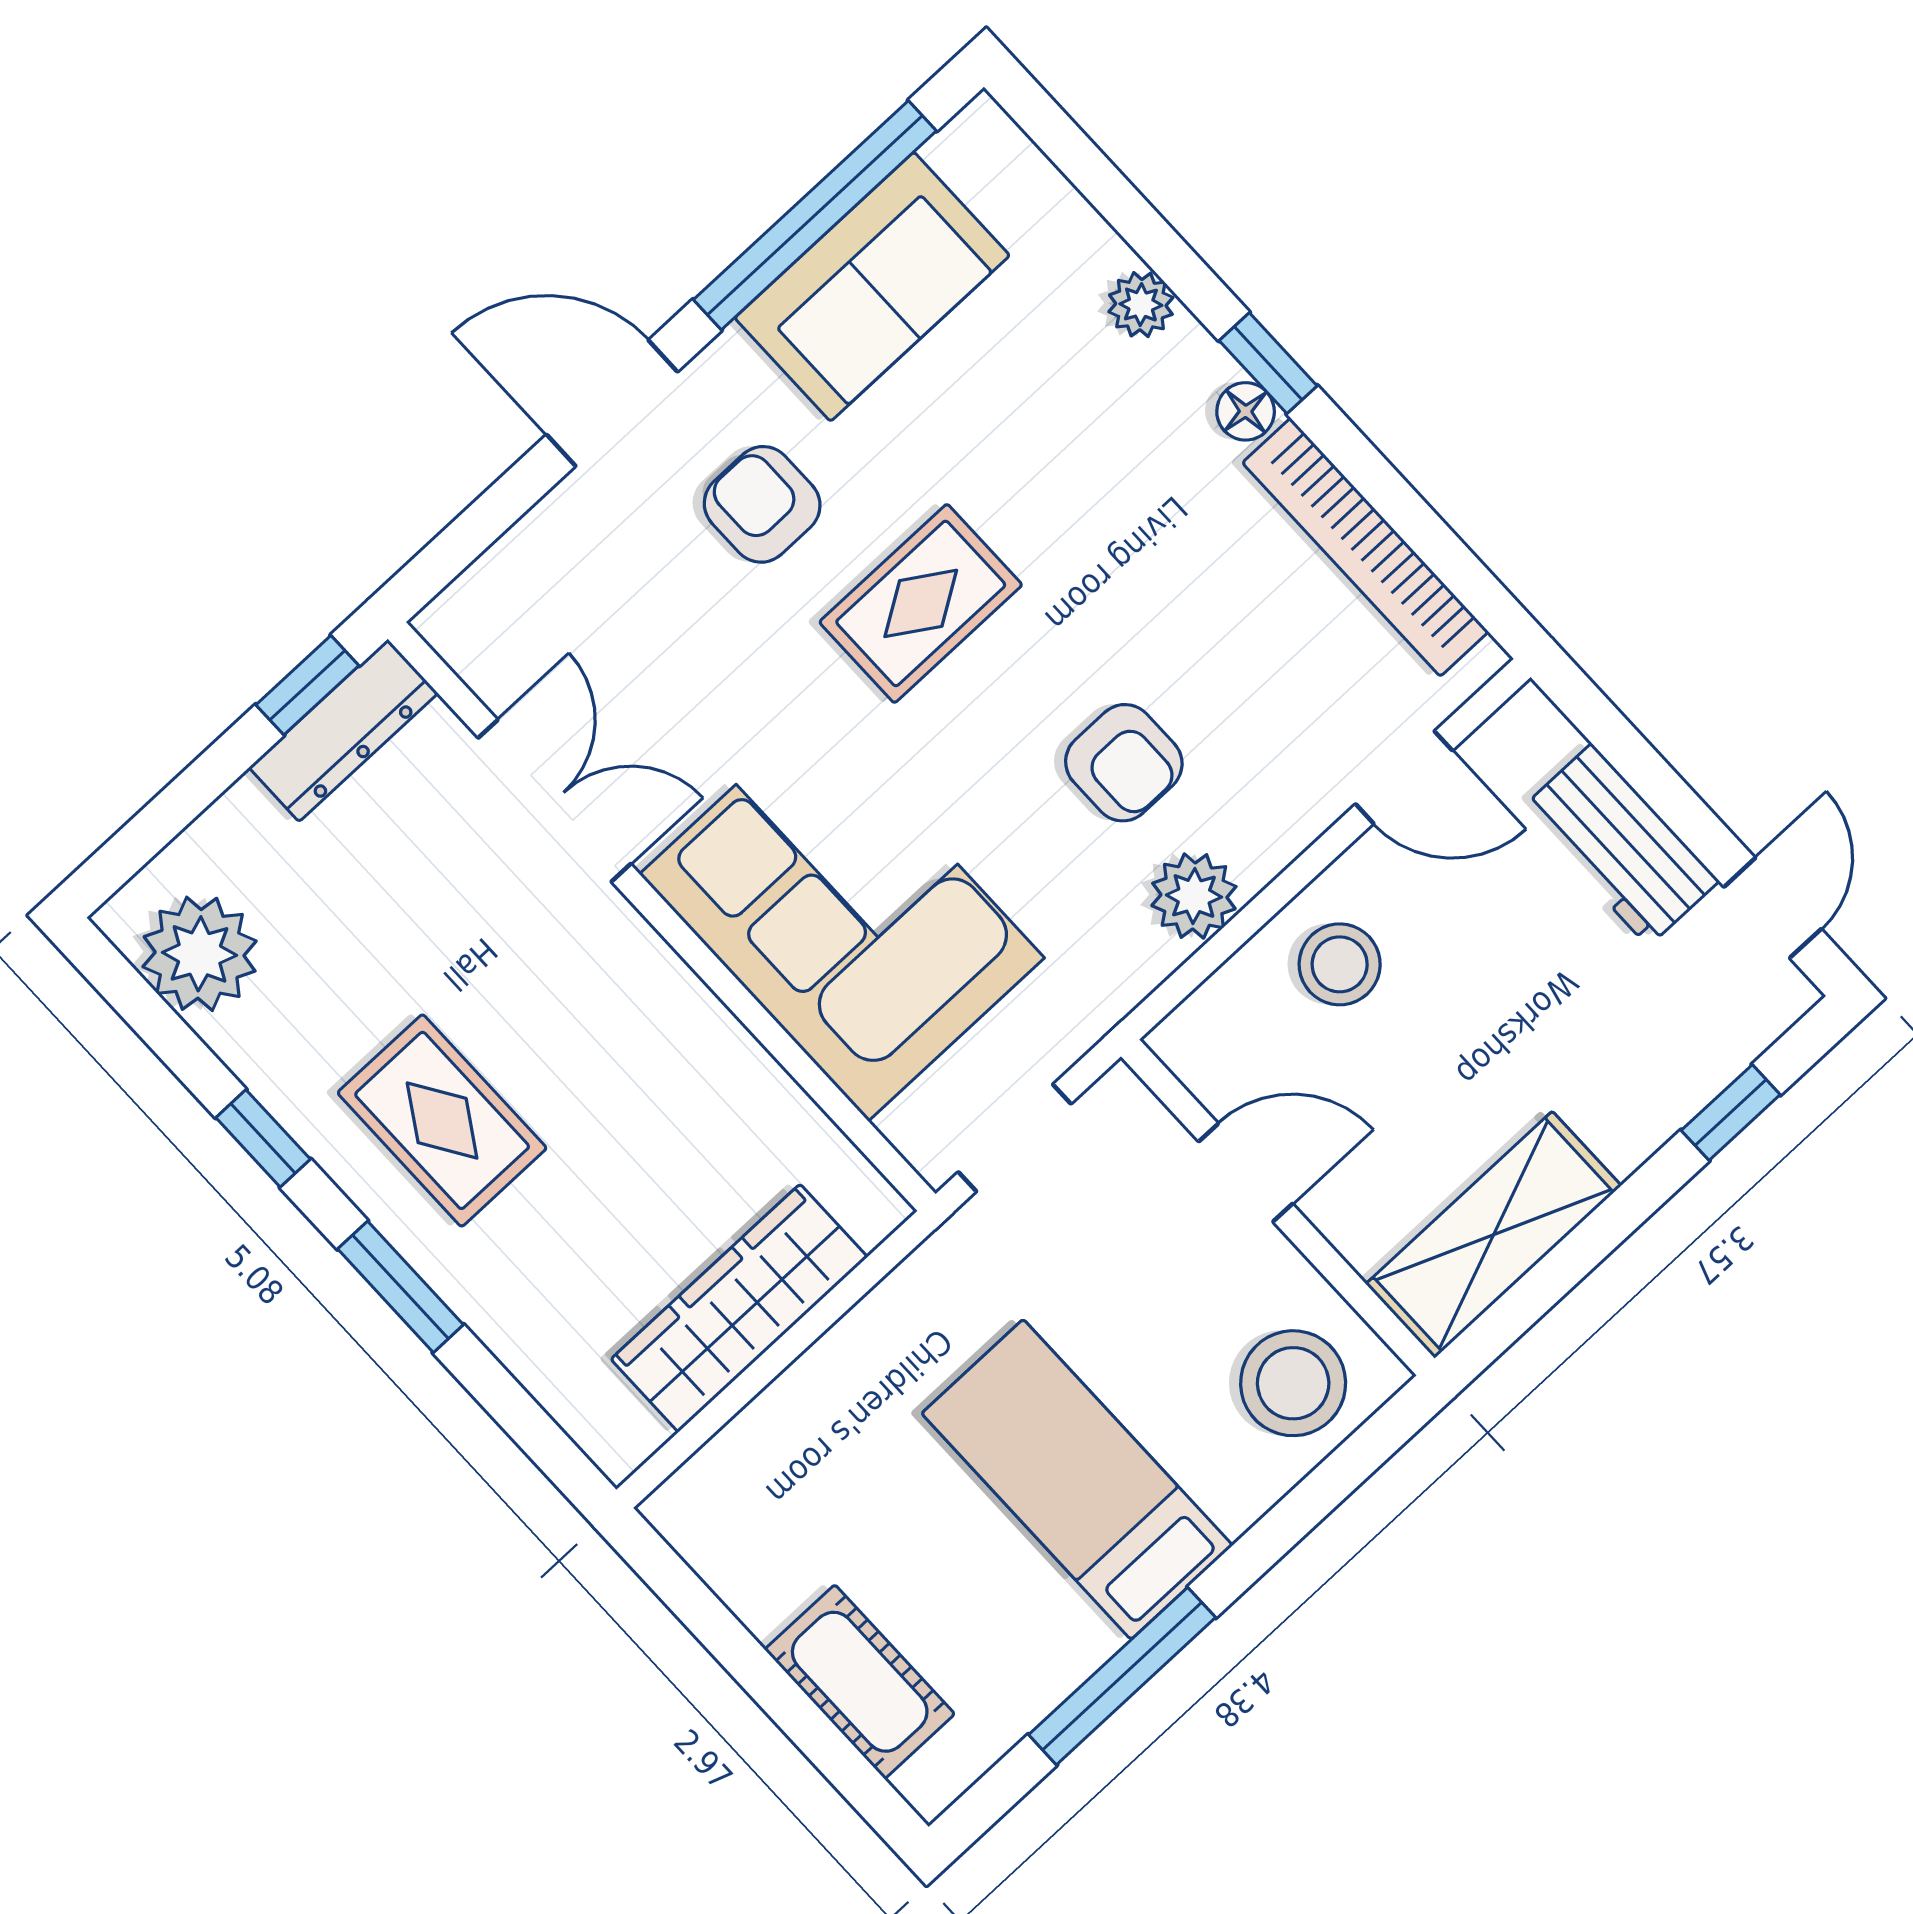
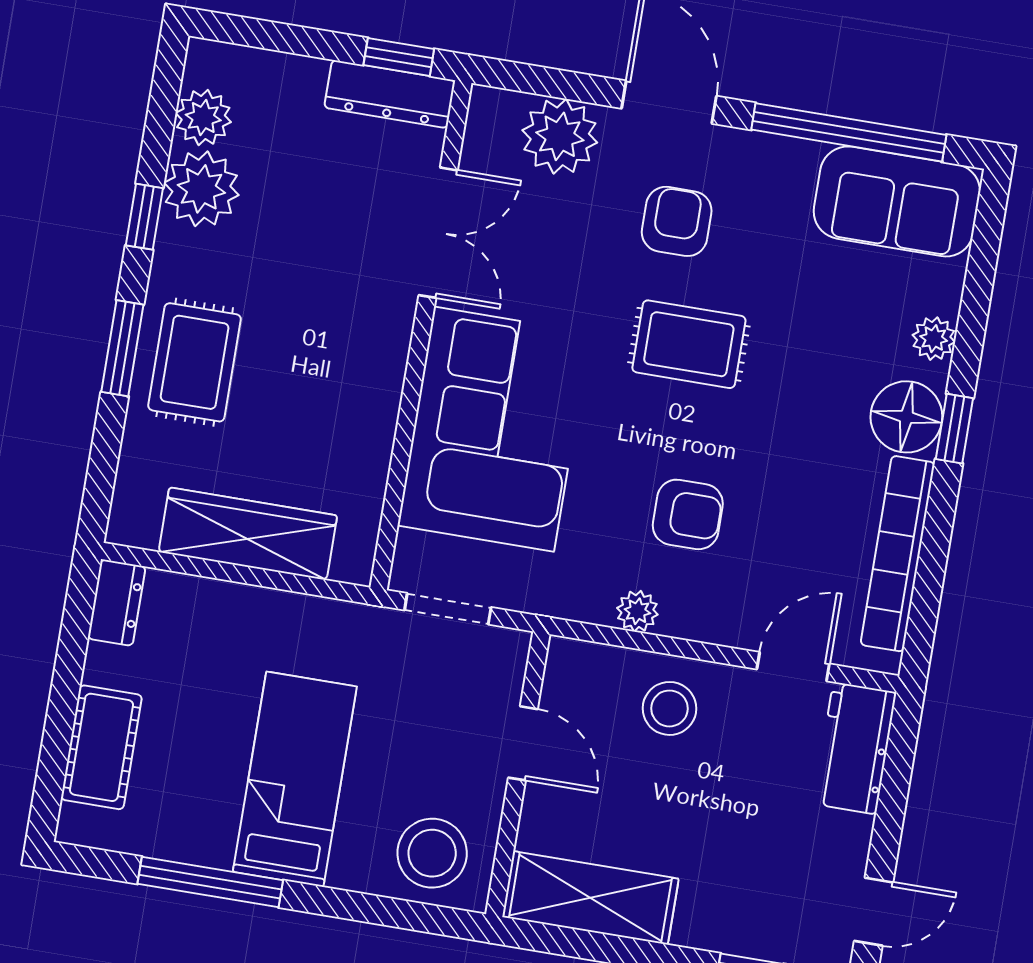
sofa: (872, 287) -> (897, 201), moved
floor lamp: (1246, 411) -> (906, 417), width x1.89, depth x1.89
plant: (552, 566) -> (560, 136), added
armchair: (1124, 763) -> (688, 514), turned -90
door: (1404, 777) -> (793, 667), swing flipped
workbench: (1620, 845) -> (855, 748), moved
plant: (1194, 896) -> (637, 611), width x0.73, depth x0.73
plant: (200, 954) -> (203, 118), width x0.73, depth x0.73
plant: (282, 1044) -> (201, 189), added
rug: (442, 1120) -> (195, 362), moved
dresser: (700, 1529) -> (117, 603), added

